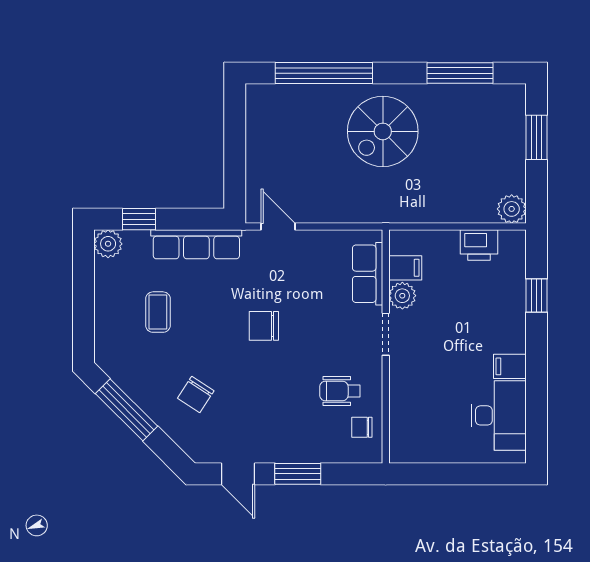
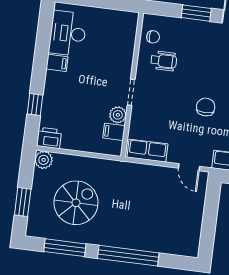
window: (324, 73) -> (128, 256), moved
spiral stairs: (383, 131) -> (76, 203), moved
printer: (479, 245) -> (49, 138), moved
row of seats: (368, 274) -> (147, 151), moved, turned -90
chair: (264, 326) -> (206, 107), turned -90

